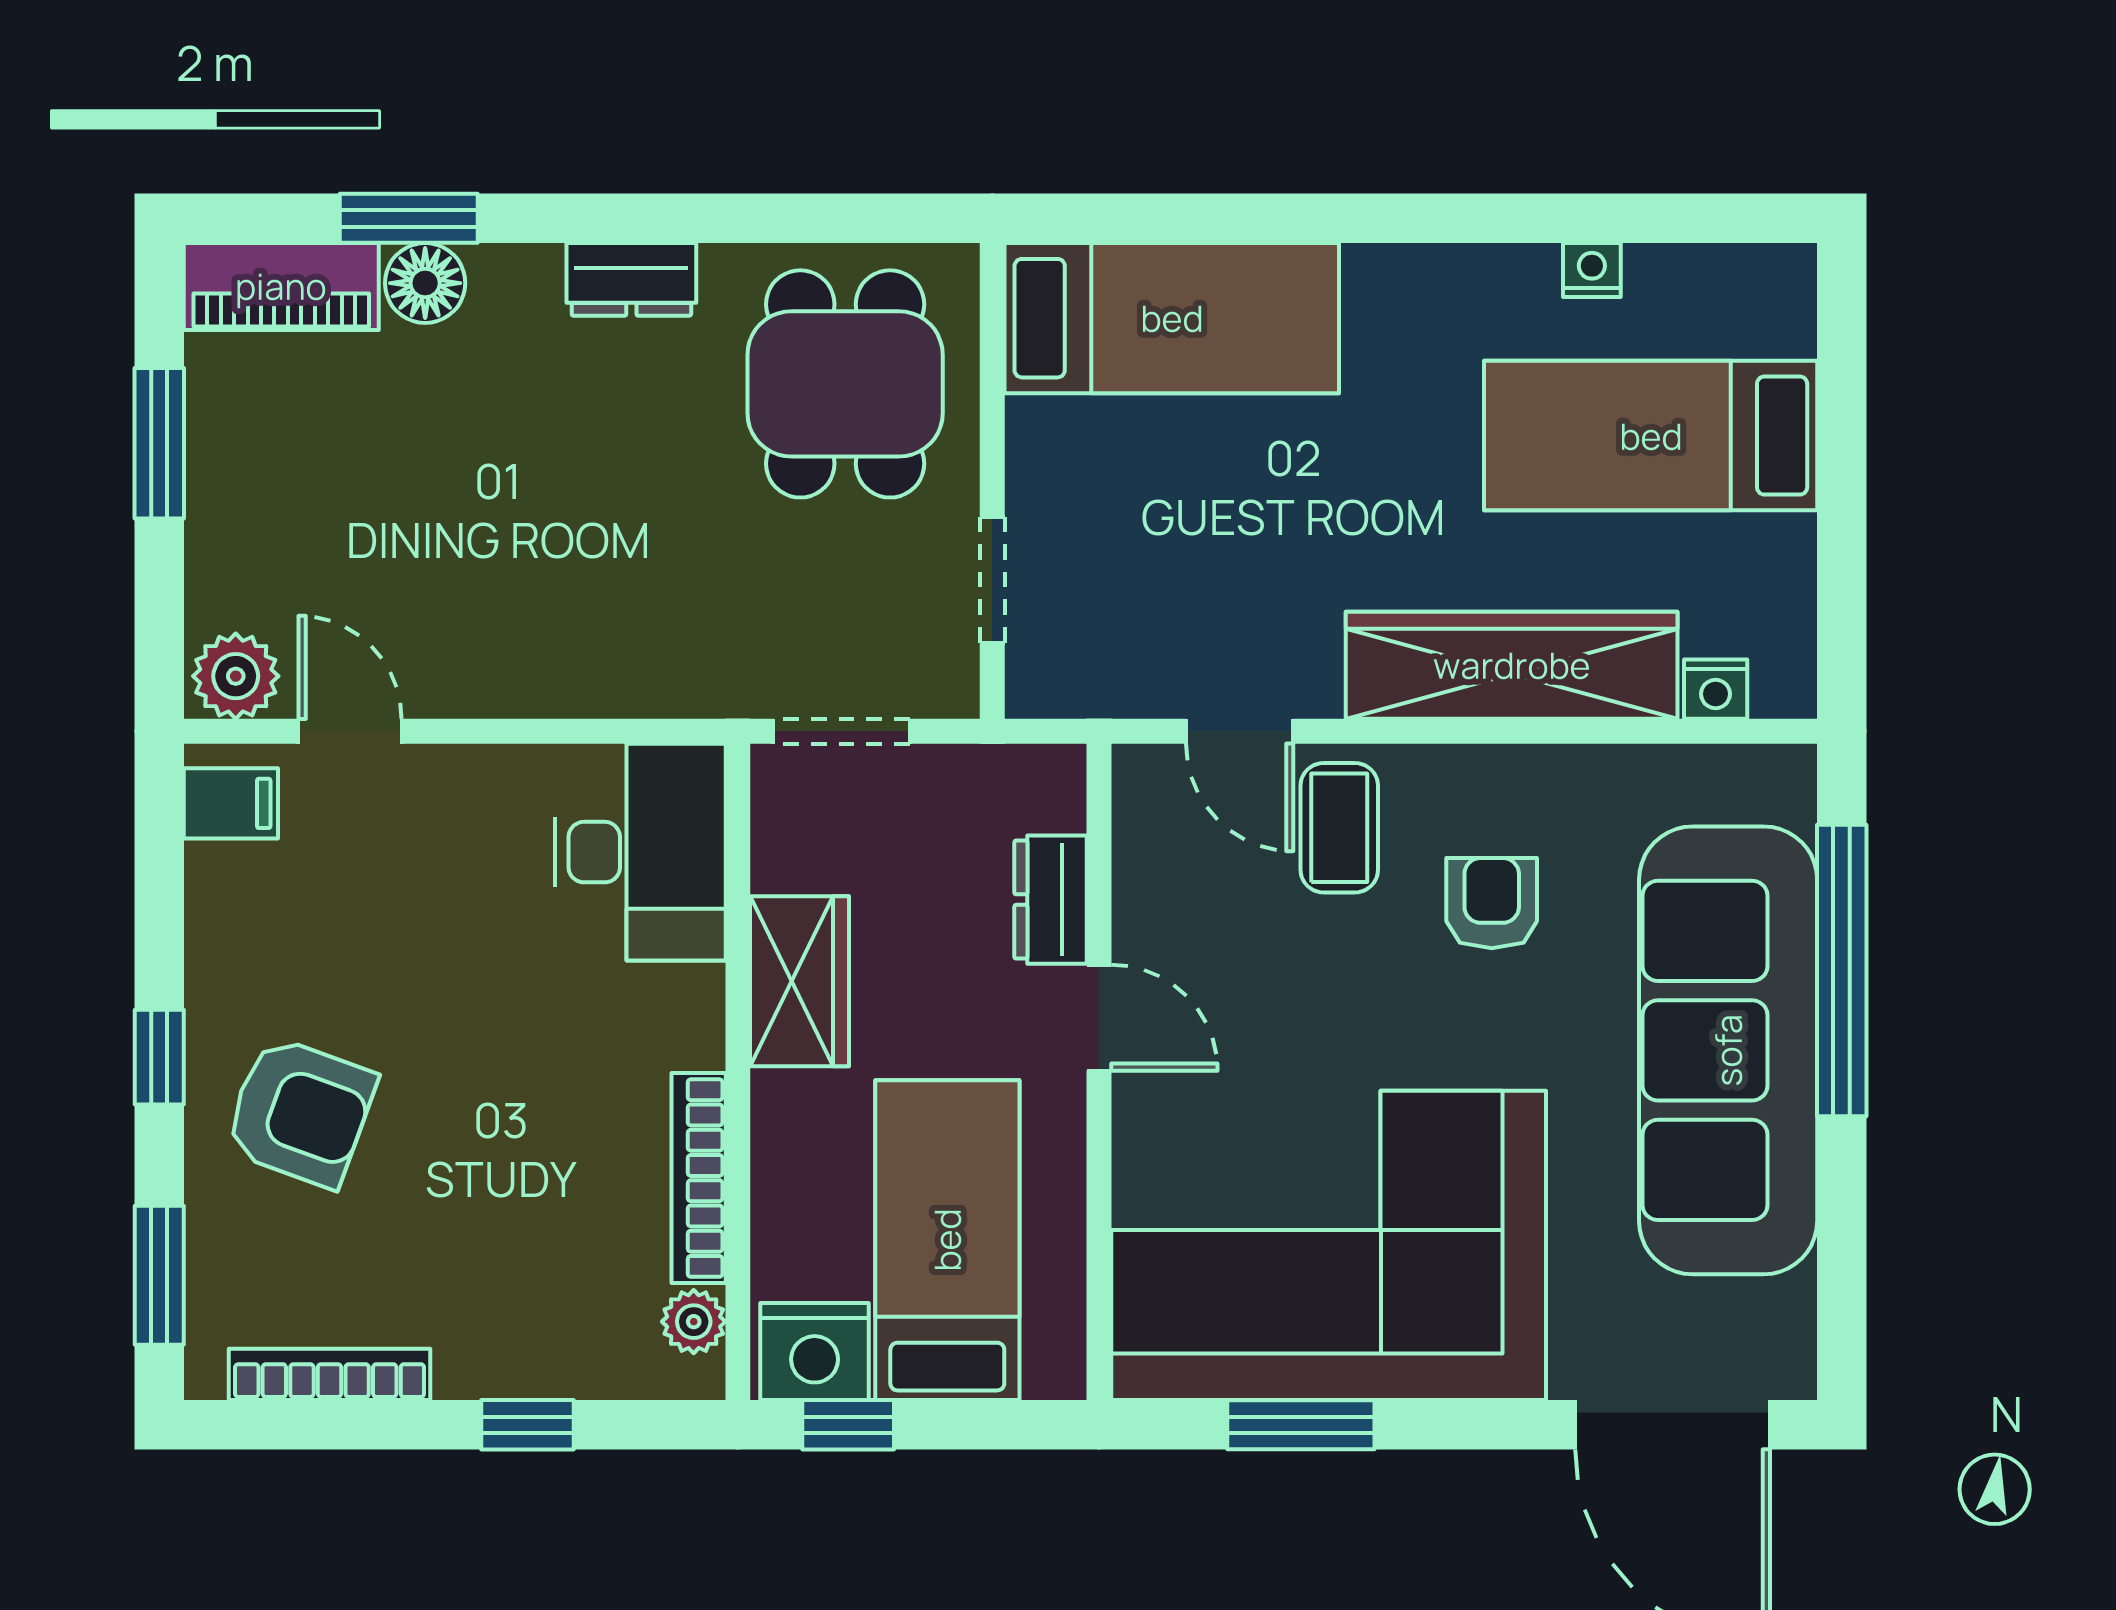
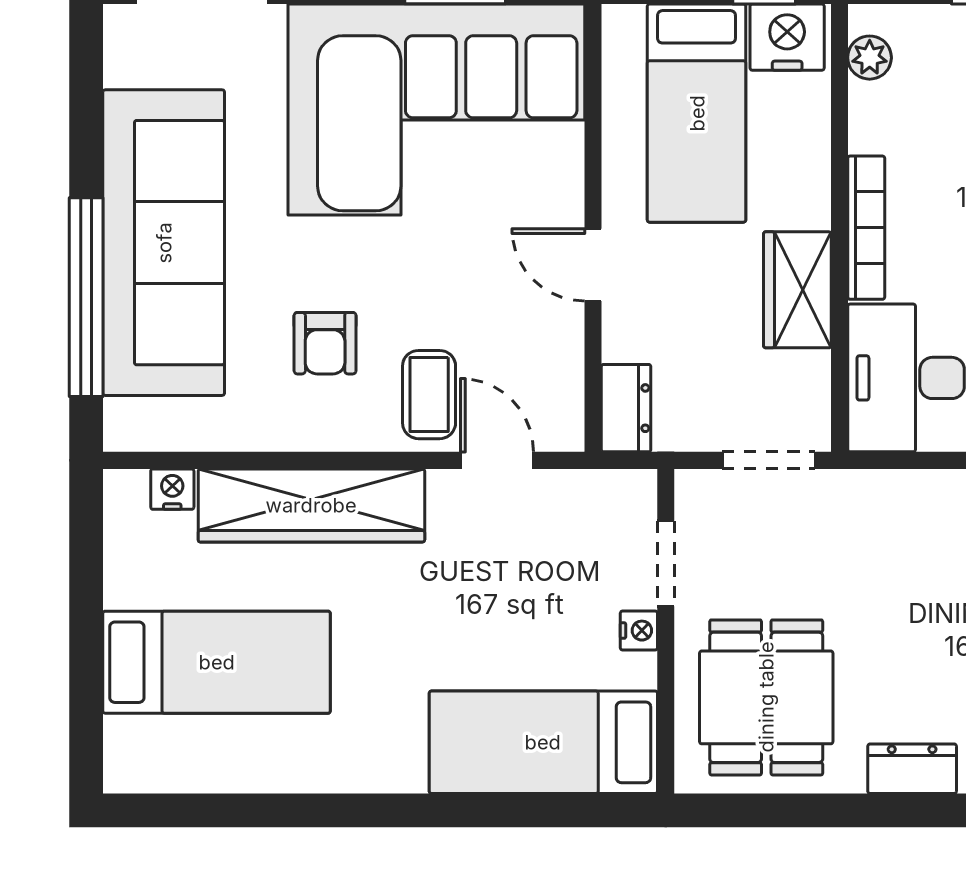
nightstand: (1592, 270) -> (639, 631), moved, turned -90
dresser: (1051, 900) -> (626, 408), moved
bookcase: (699, 1178) -> (866, 228), moved

